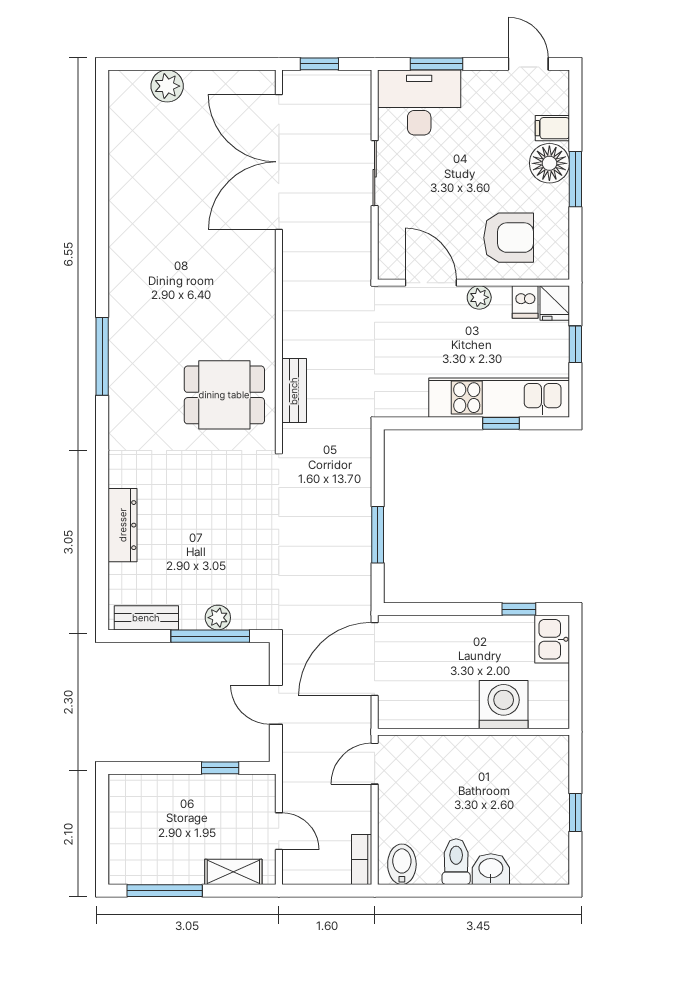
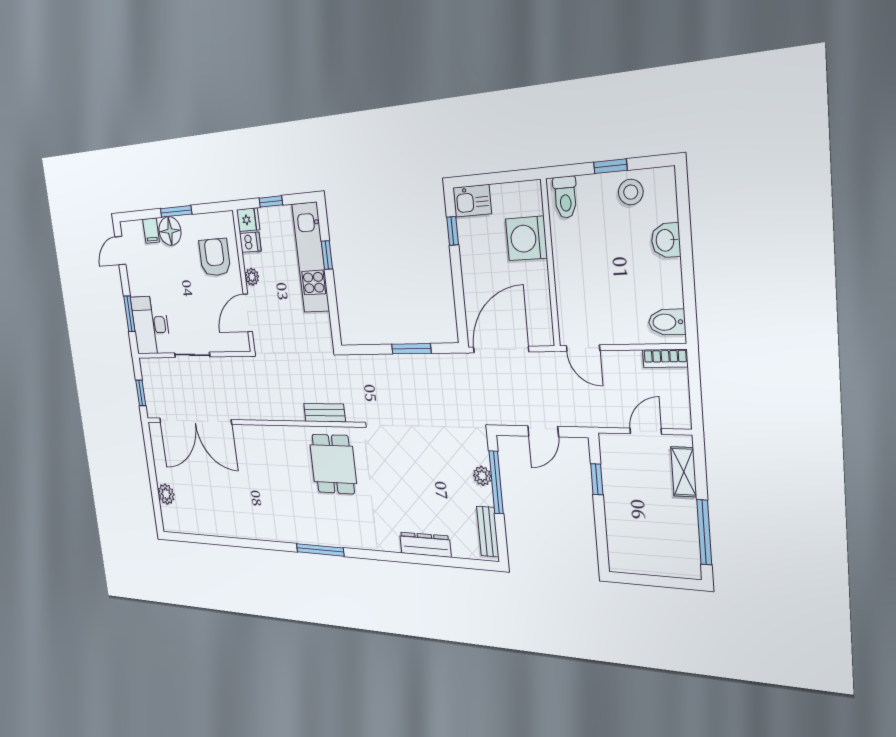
door: (375, 659) -> (501, 350), swing flipped
stool: (546, 834) -> (631, 192), added
toilet: (456, 862) -> (565, 197), moved, turned -90

